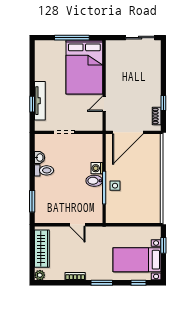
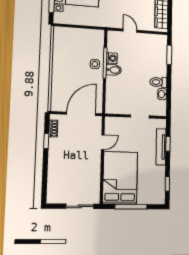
sliding door: (140, 38) -> (80, 206), moved
window: (32, 62) -> (167, 184), added
washing machine: (97, 168) -> (112, 58), moved

